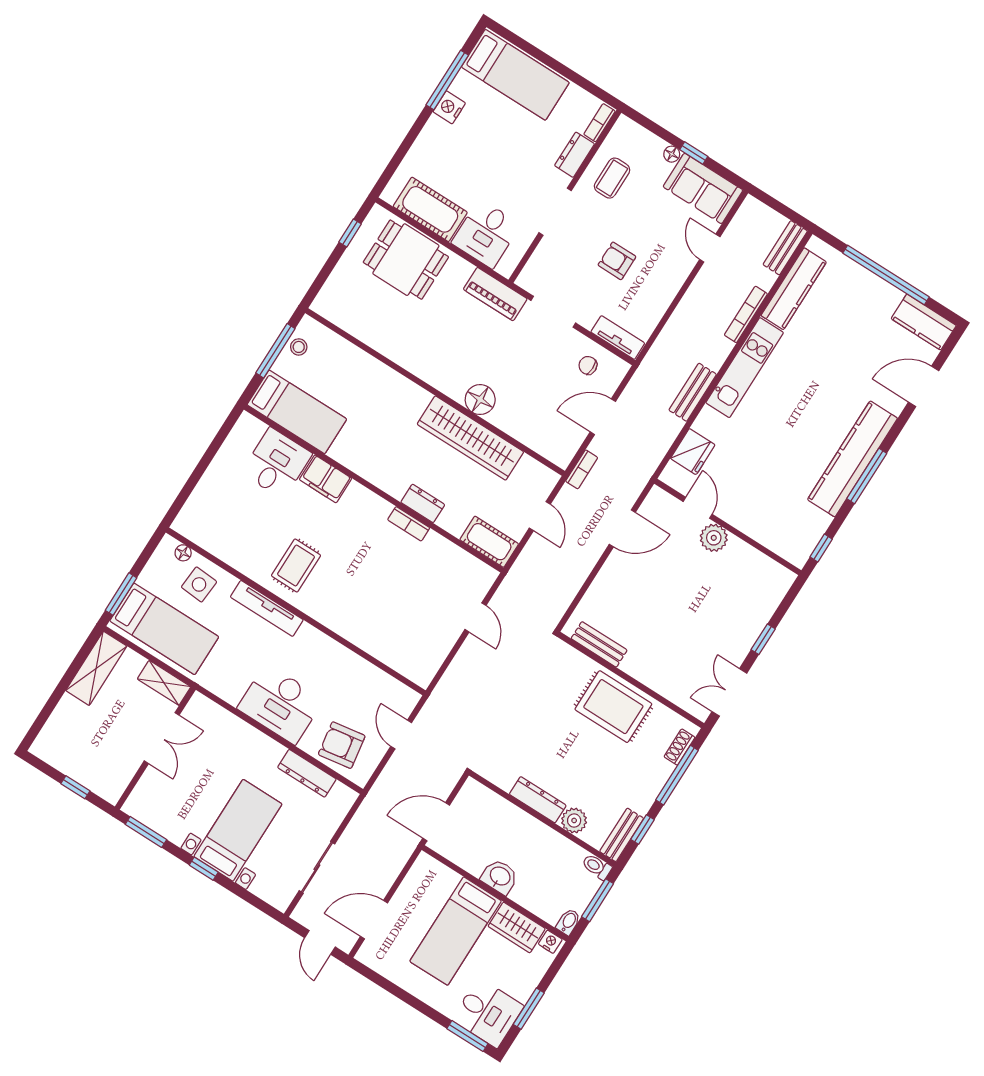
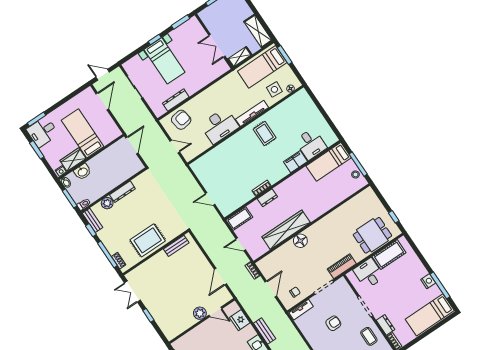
double door: (729, 692) -> (132, 291), swing flipped
desk: (280, 704) -> (219, 126), moved, turned 180
washbasin: (500, 877) -> (82, 172), moved

